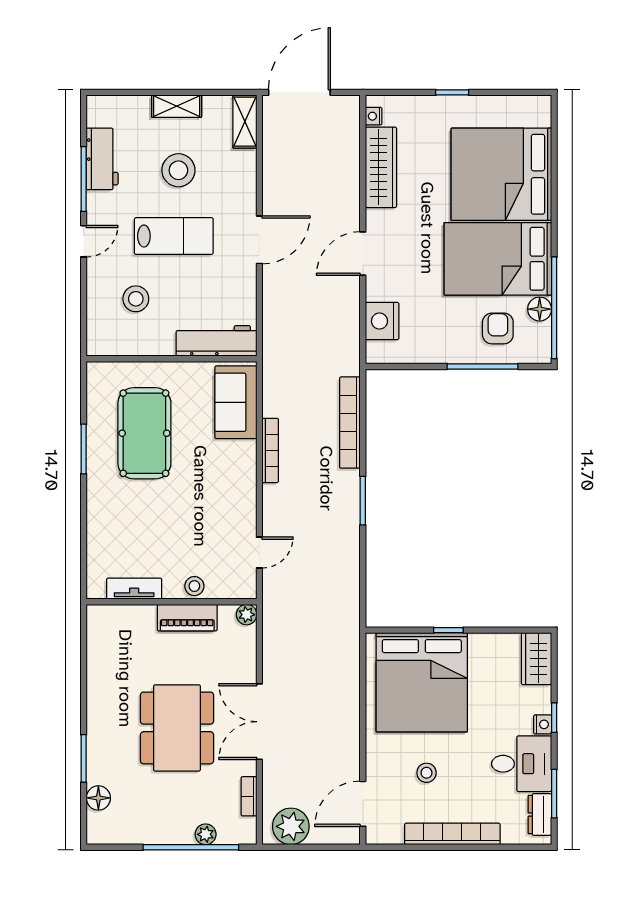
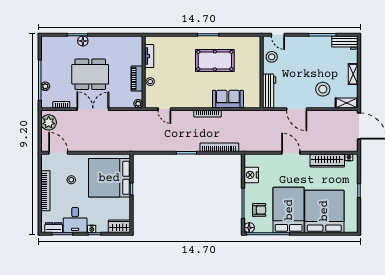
workbench: (102, 159) -> (345, 43), moved
stool: (178, 170) -> (323, 89), moved
lab bench: (174, 236) -> (298, 73), removed
door: (84, 241) -> (278, 35), moved
floor lamp: (540, 309) -> (249, 228), moved
nightstand: (382, 321) -> (251, 175), moved, turned -90
workbench: (216, 341) -> (269, 91), moved
wall: (172, 359) -> (262, 72), moved
floor lamp: (98, 798) -> (83, 41), moved

